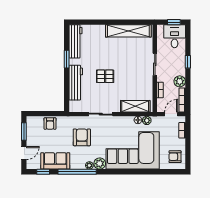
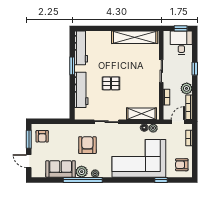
armchair: (50, 124) -> (42, 136), moved
door: (24, 153) -> (29, 161), swing flipped
plant: (100, 164) -> (82, 172), moved
window: (43, 172) -> (161, 180), moved

